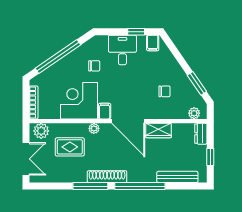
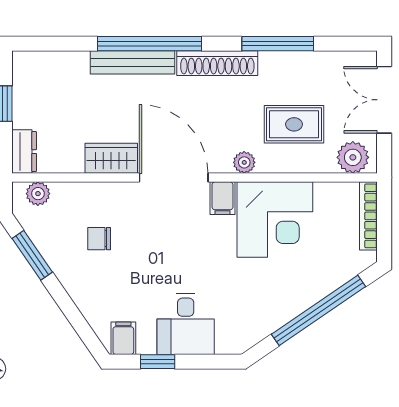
chair: (94, 66) -> (244, 291), removed
bench: (177, 177) -> (133, 62), moved
window: (90, 186) -> (278, 44), moved

